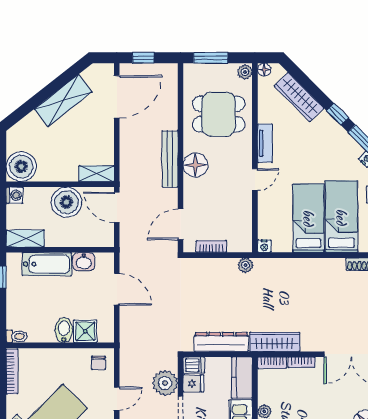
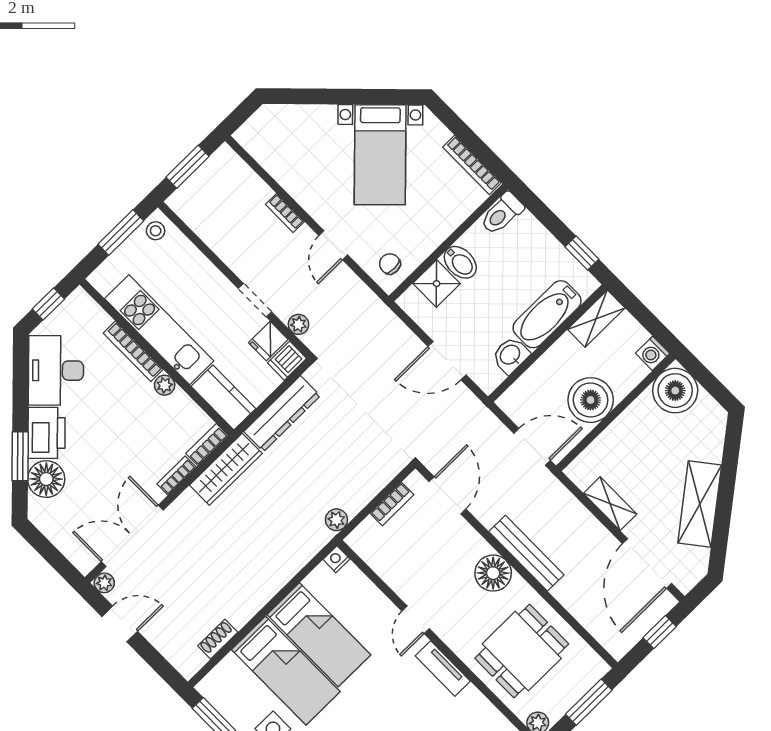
shelving: (96, 174) -> (610, 504), moved, turned 90
toilet: (17, 336) -> (502, 214), width x1.37, depth x1.39
plant: (165, 383) -> (298, 324), width x0.53, depth x0.53

